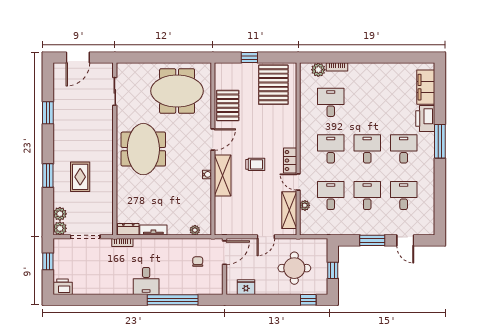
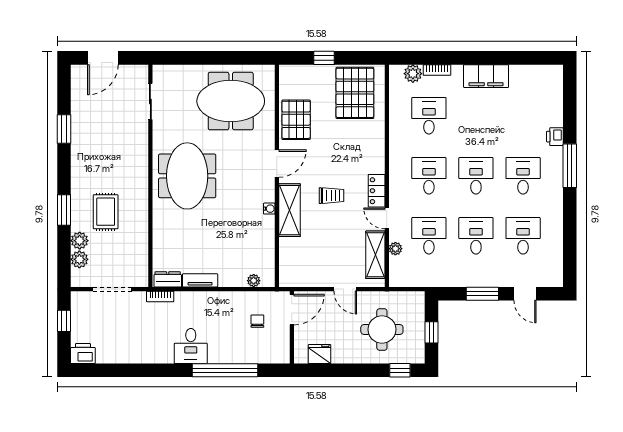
filing cabinet: (426, 87) -> (486, 76), moved, turned -90
printer: (425, 119) -> (555, 137), width x0.53, depth x0.68
plant: (60, 228) -> (80, 241), moved
door: (266, 237) -> (345, 289), hinge flipped

